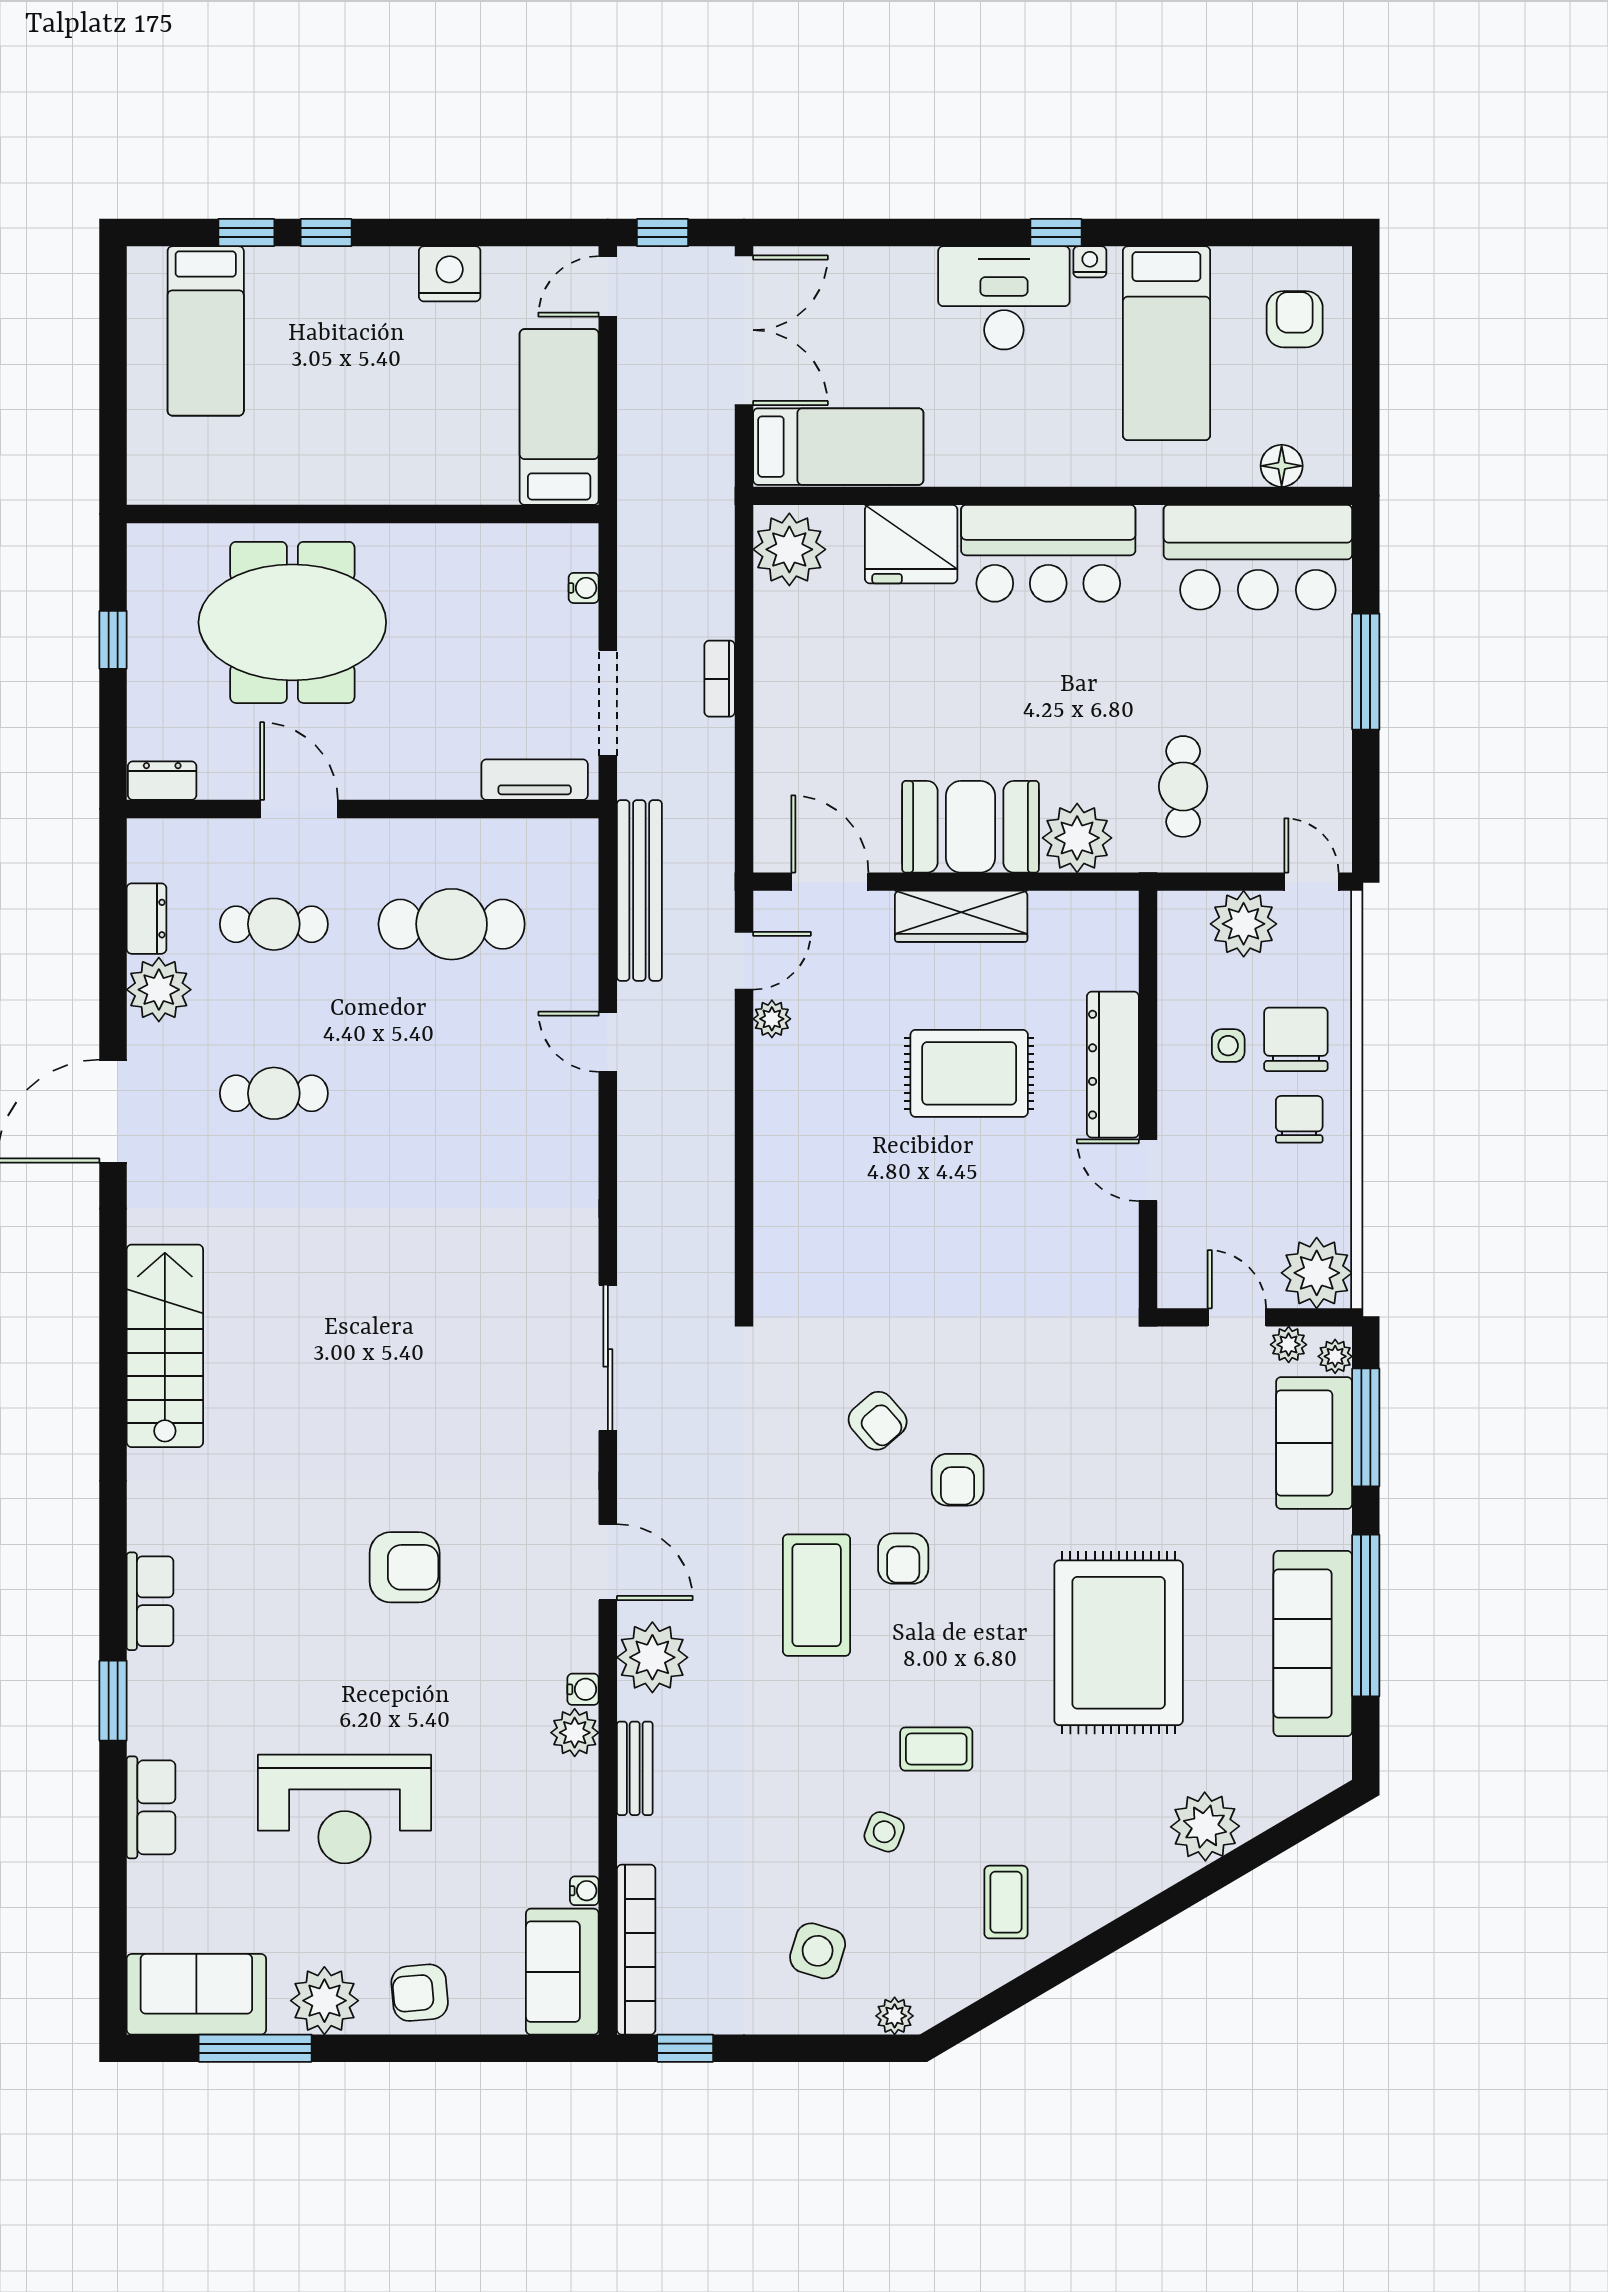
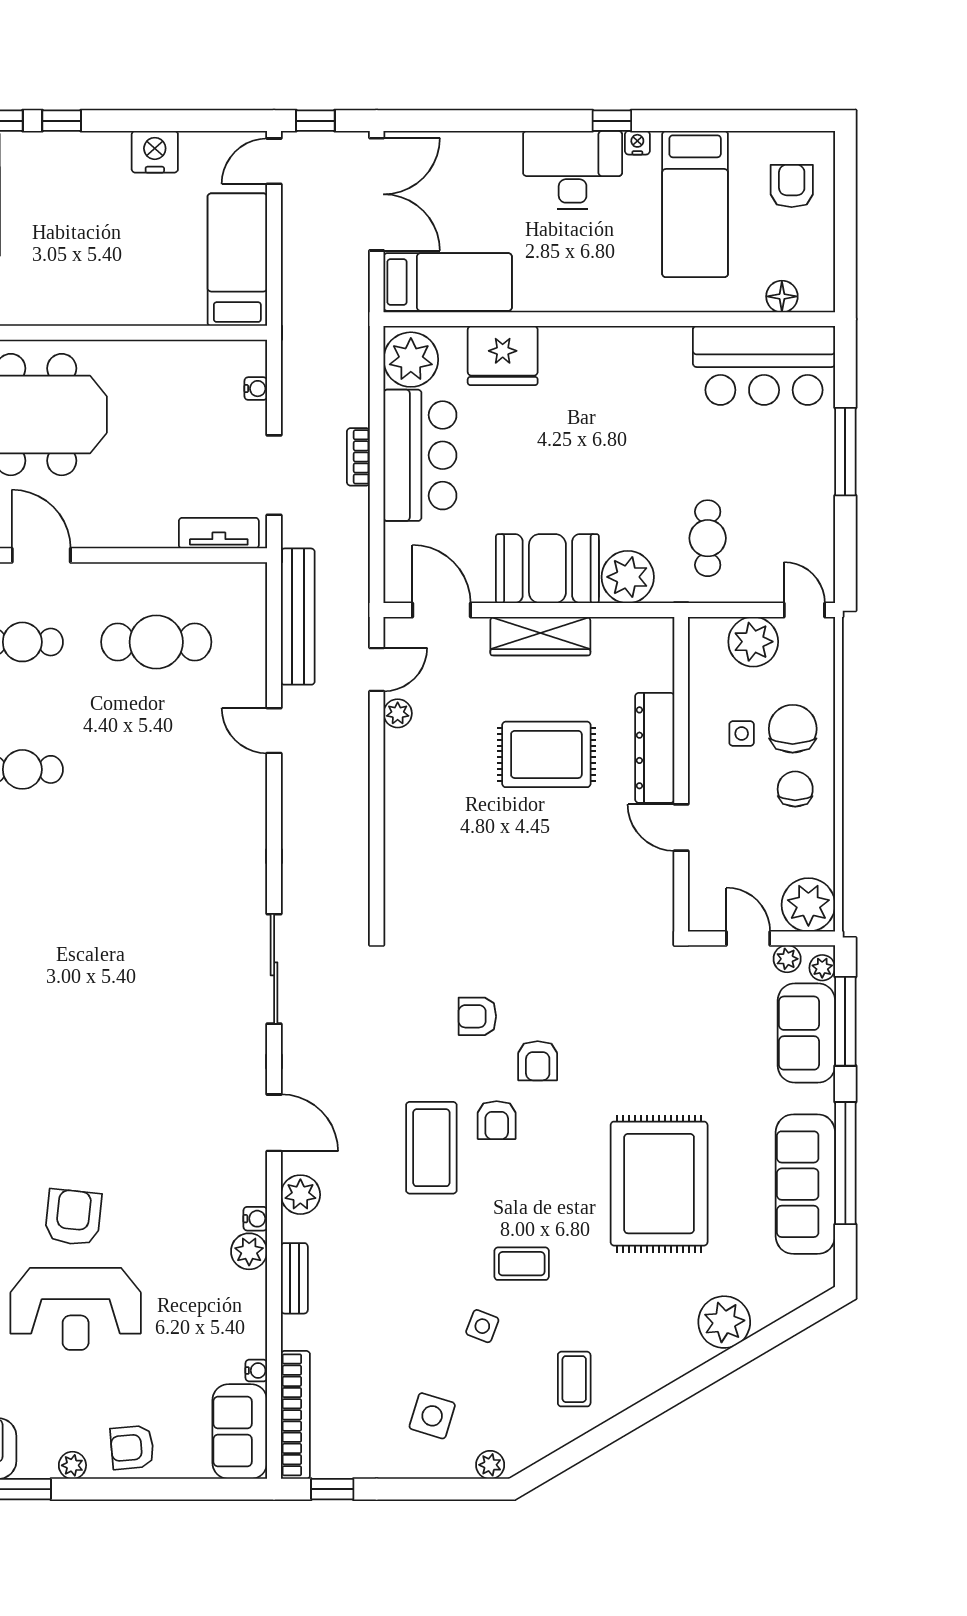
bar counter: (1048, 553) -> (420, 455), moved, turned -90
armchair: (878, 1421) -> (477, 1016), turned 131
armchair: (405, 1567) -> (73, 1217), moved, turned -84
plant: (652, 1657) -> (300, 1195), width x0.73, depth x0.73
plant: (324, 2001) -> (72, 1465), width x0.53, depth x0.53

